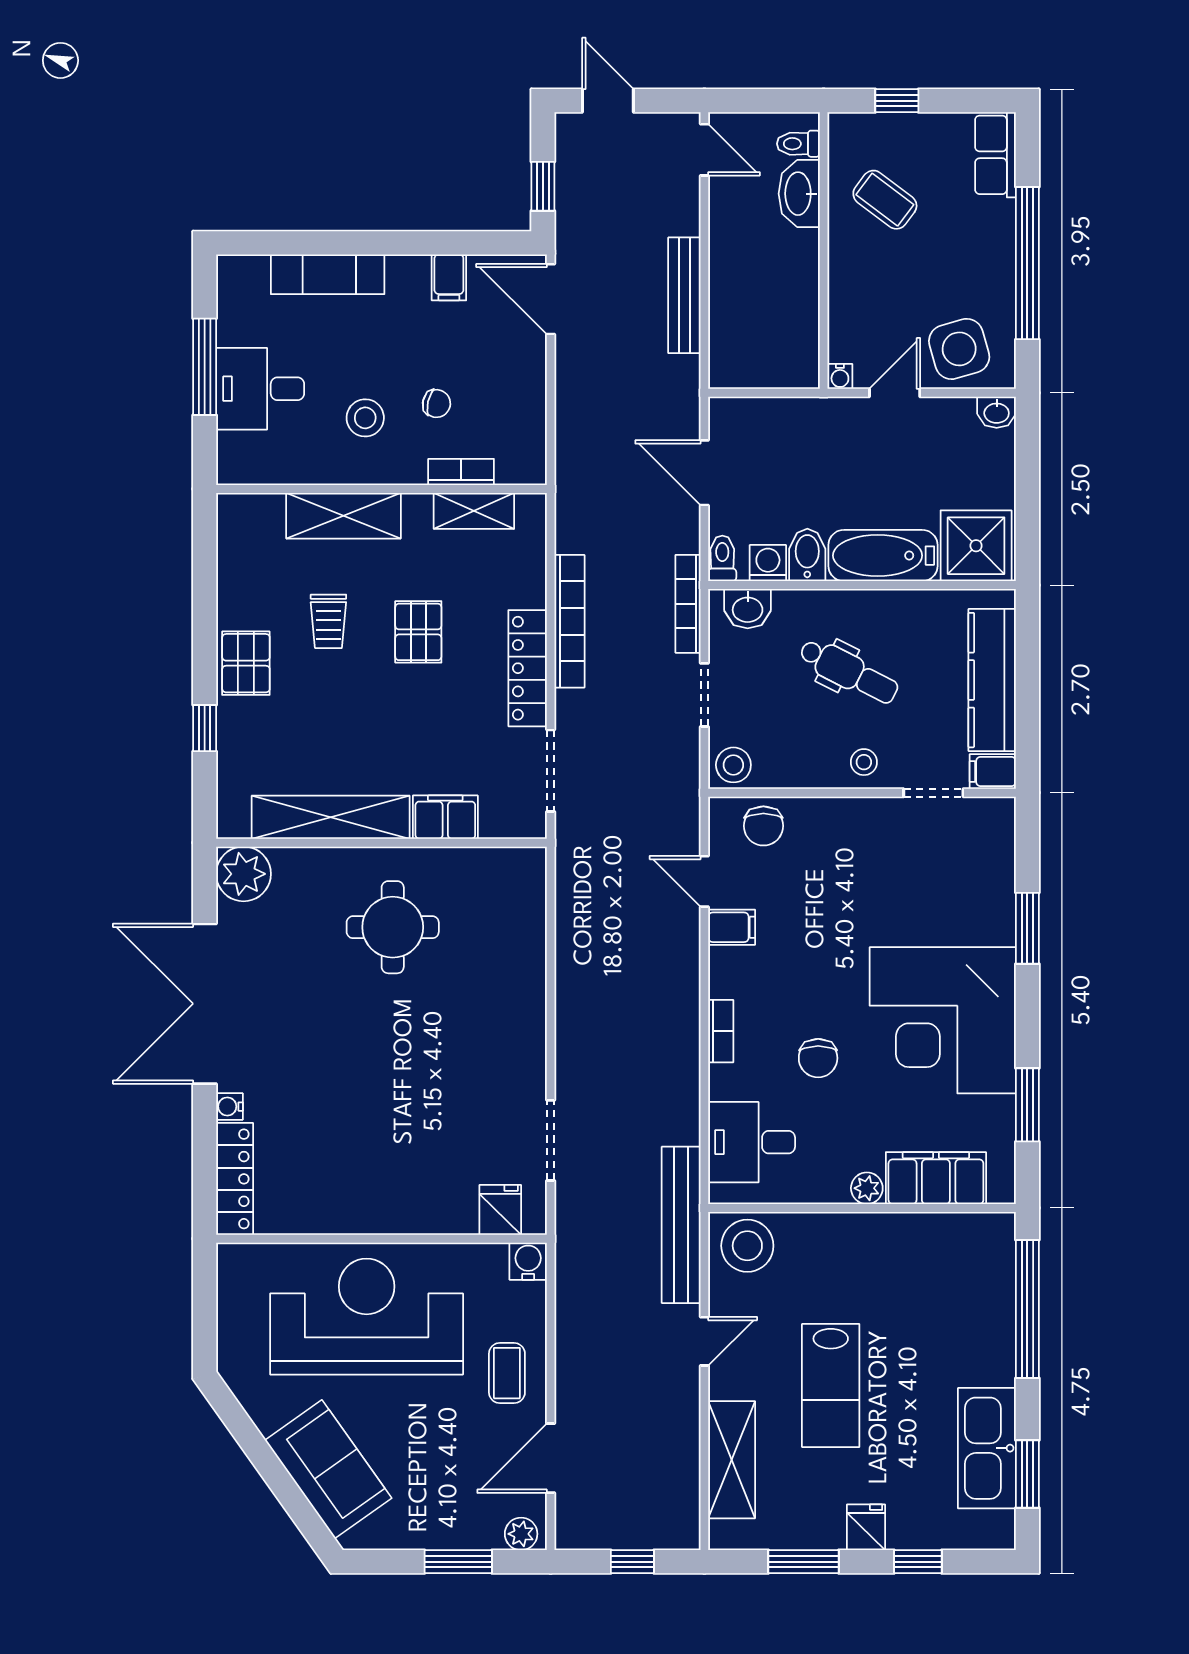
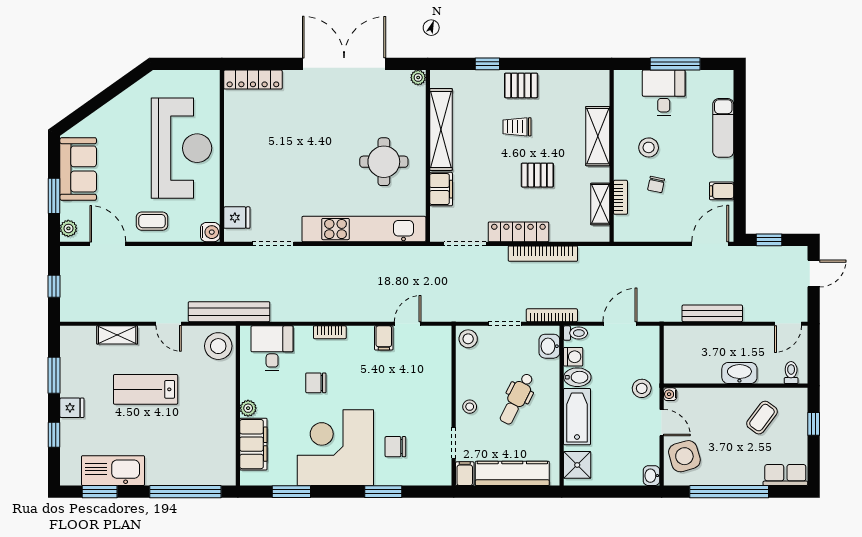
washbasin: (799, 194) -> (739, 373), moved
stool: (829, 431) -> (642, 388), added
shower: (976, 546) -> (577, 465), width x0.73, depth x0.73
trolley: (328, 621) -> (517, 127), moved
chair: (763, 826) -> (395, 447), moved
plant: (243, 874) -> (418, 78), width x0.53, depth x0.53
kitchen unit: (522, 965) -> (364, 229), added
water cooler: (229, 1107) -> (291, 77), removed
shelving: (732, 1460) -> (117, 335), width x0.67, depth x0.75
sofa: (328, 1469) -> (78, 169), moved, turned -55

